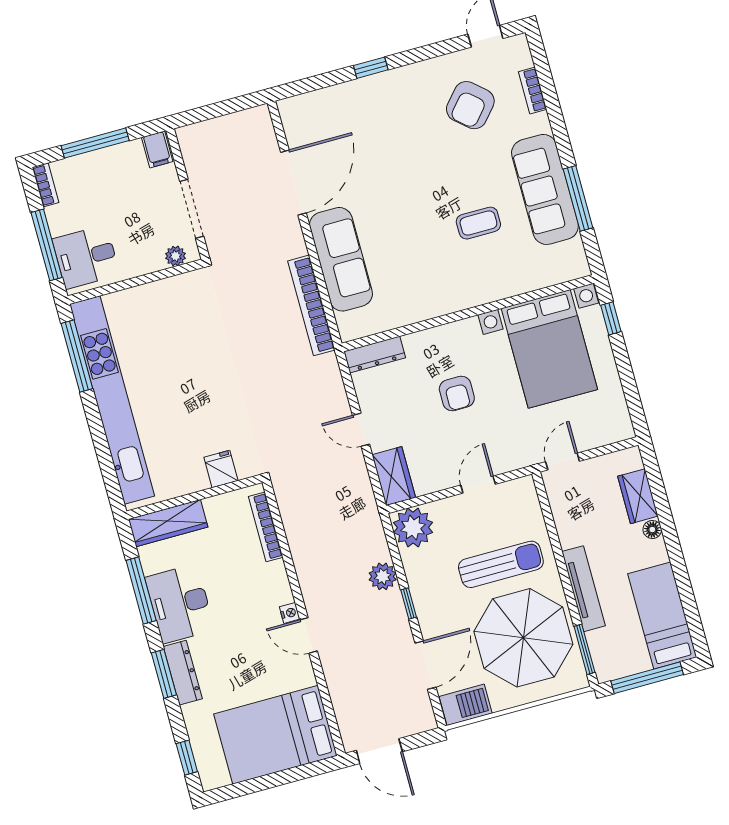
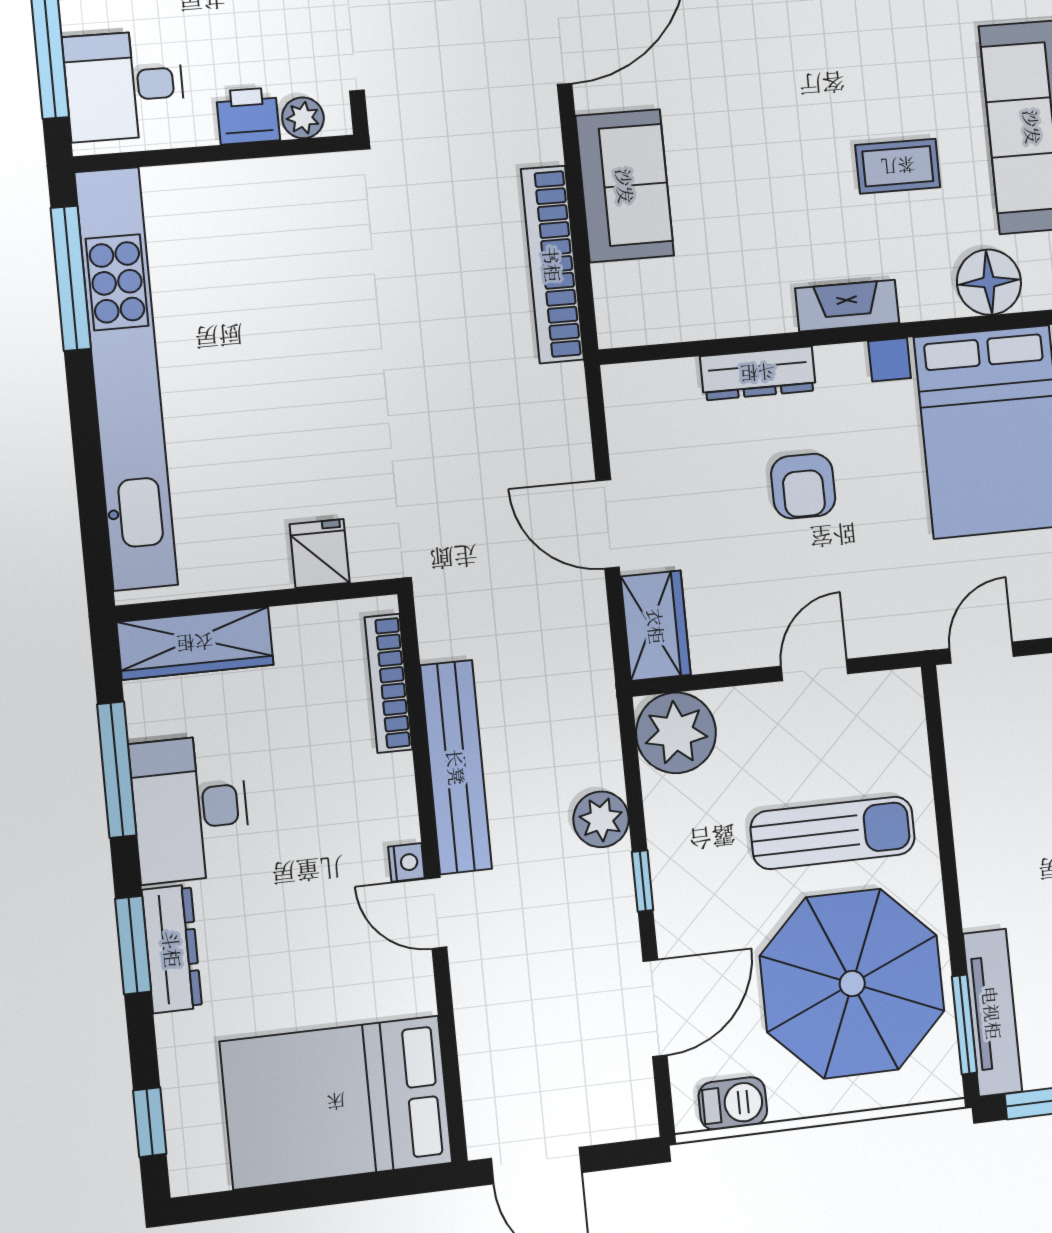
sofa: (341, 259) -> (625, 186), width x0.73
printer: (149, 260) -> (248, 116), added
floor lamp: (535, 273) -> (989, 282), added
fireplace: (464, 299) -> (847, 306), added
dresser: (375, 355) -> (758, 373), moved
door: (361, 430) -> (608, 524), width x1.38
bench: (306, 562) -> (456, 767), added
tv unit: (584, 589) -> (992, 1013), moved
barbecue: (466, 705) -> (733, 1103), width x0.73, depth x0.79

